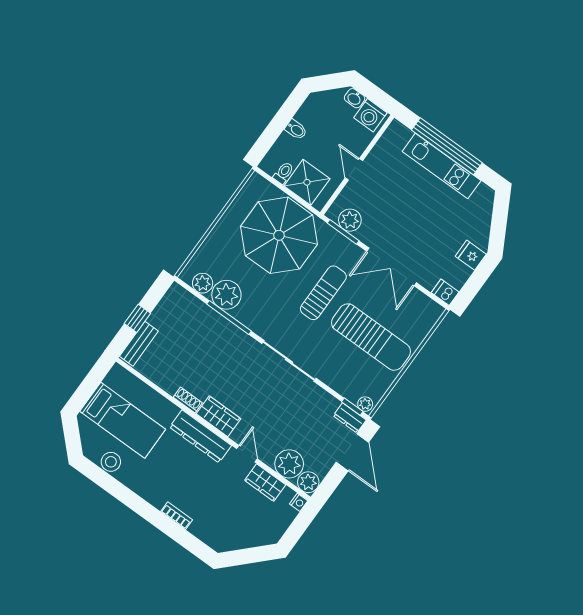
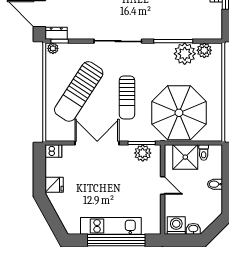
sun lounger: (371, 337) -> (79, 91), turned -57

